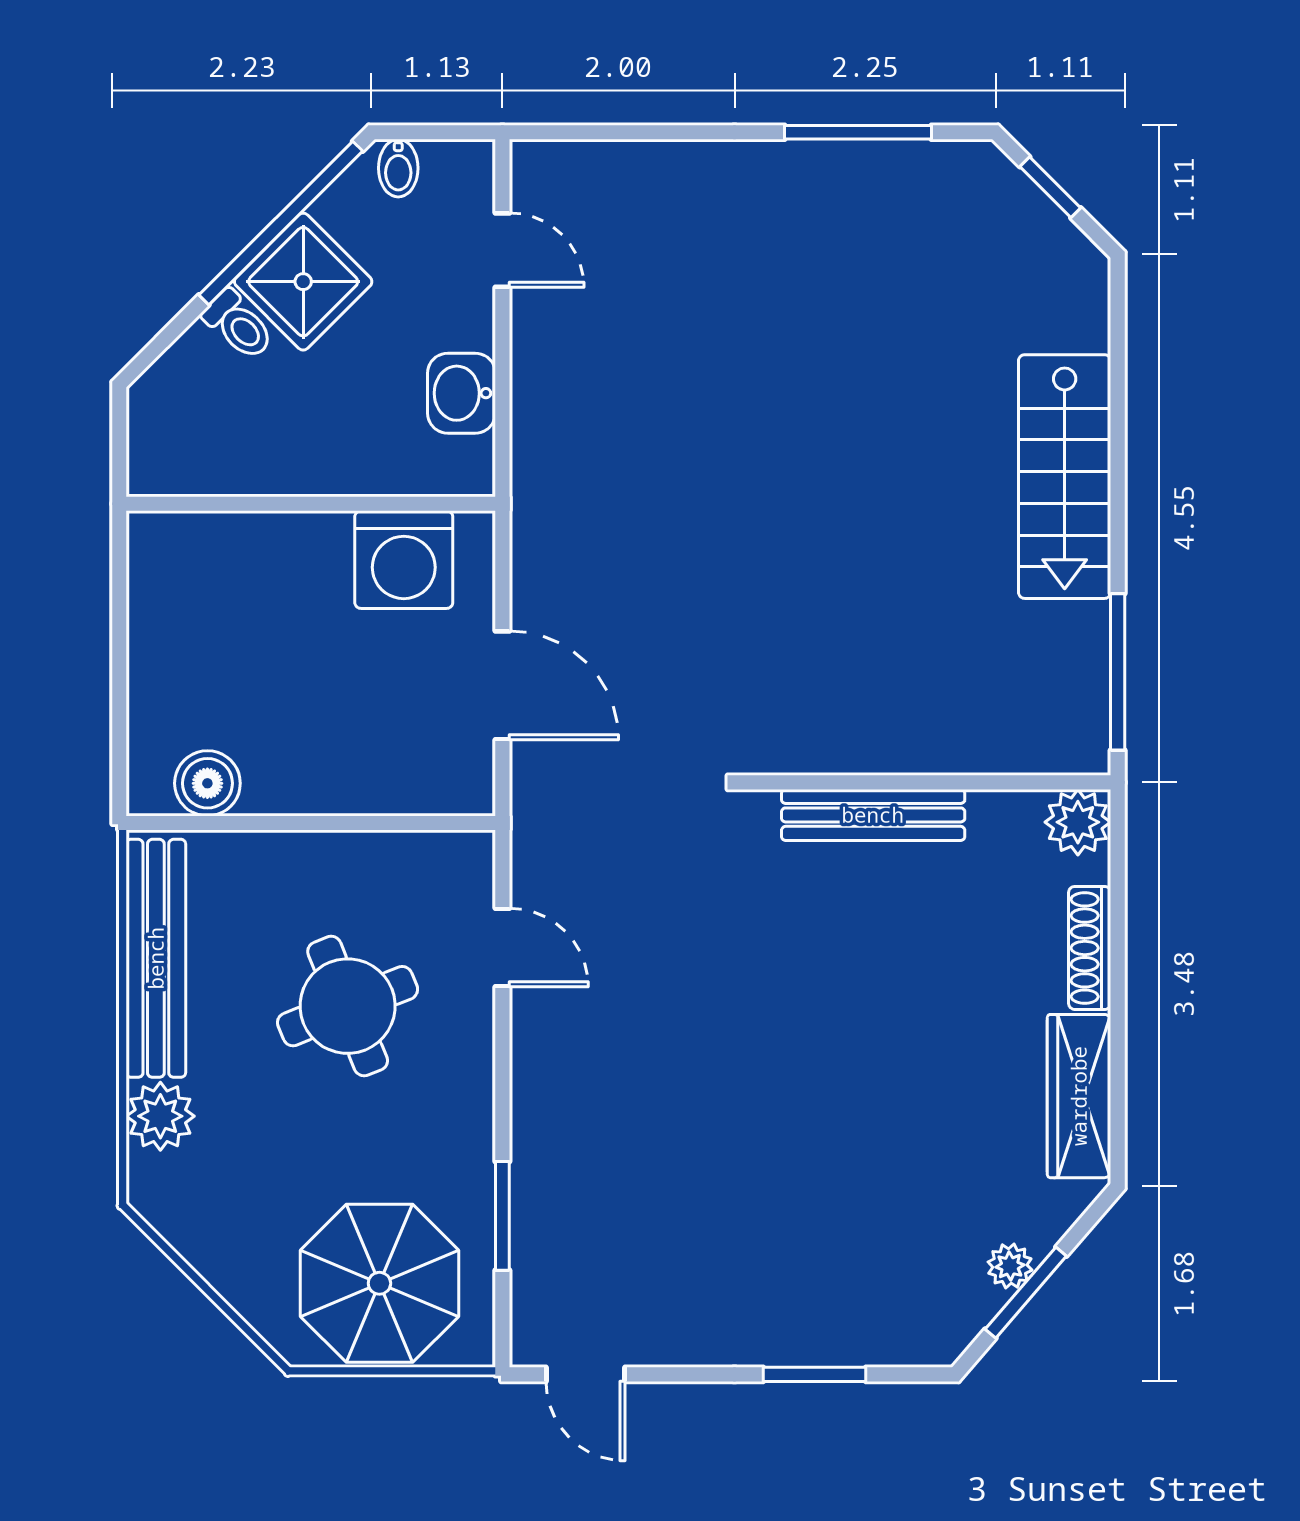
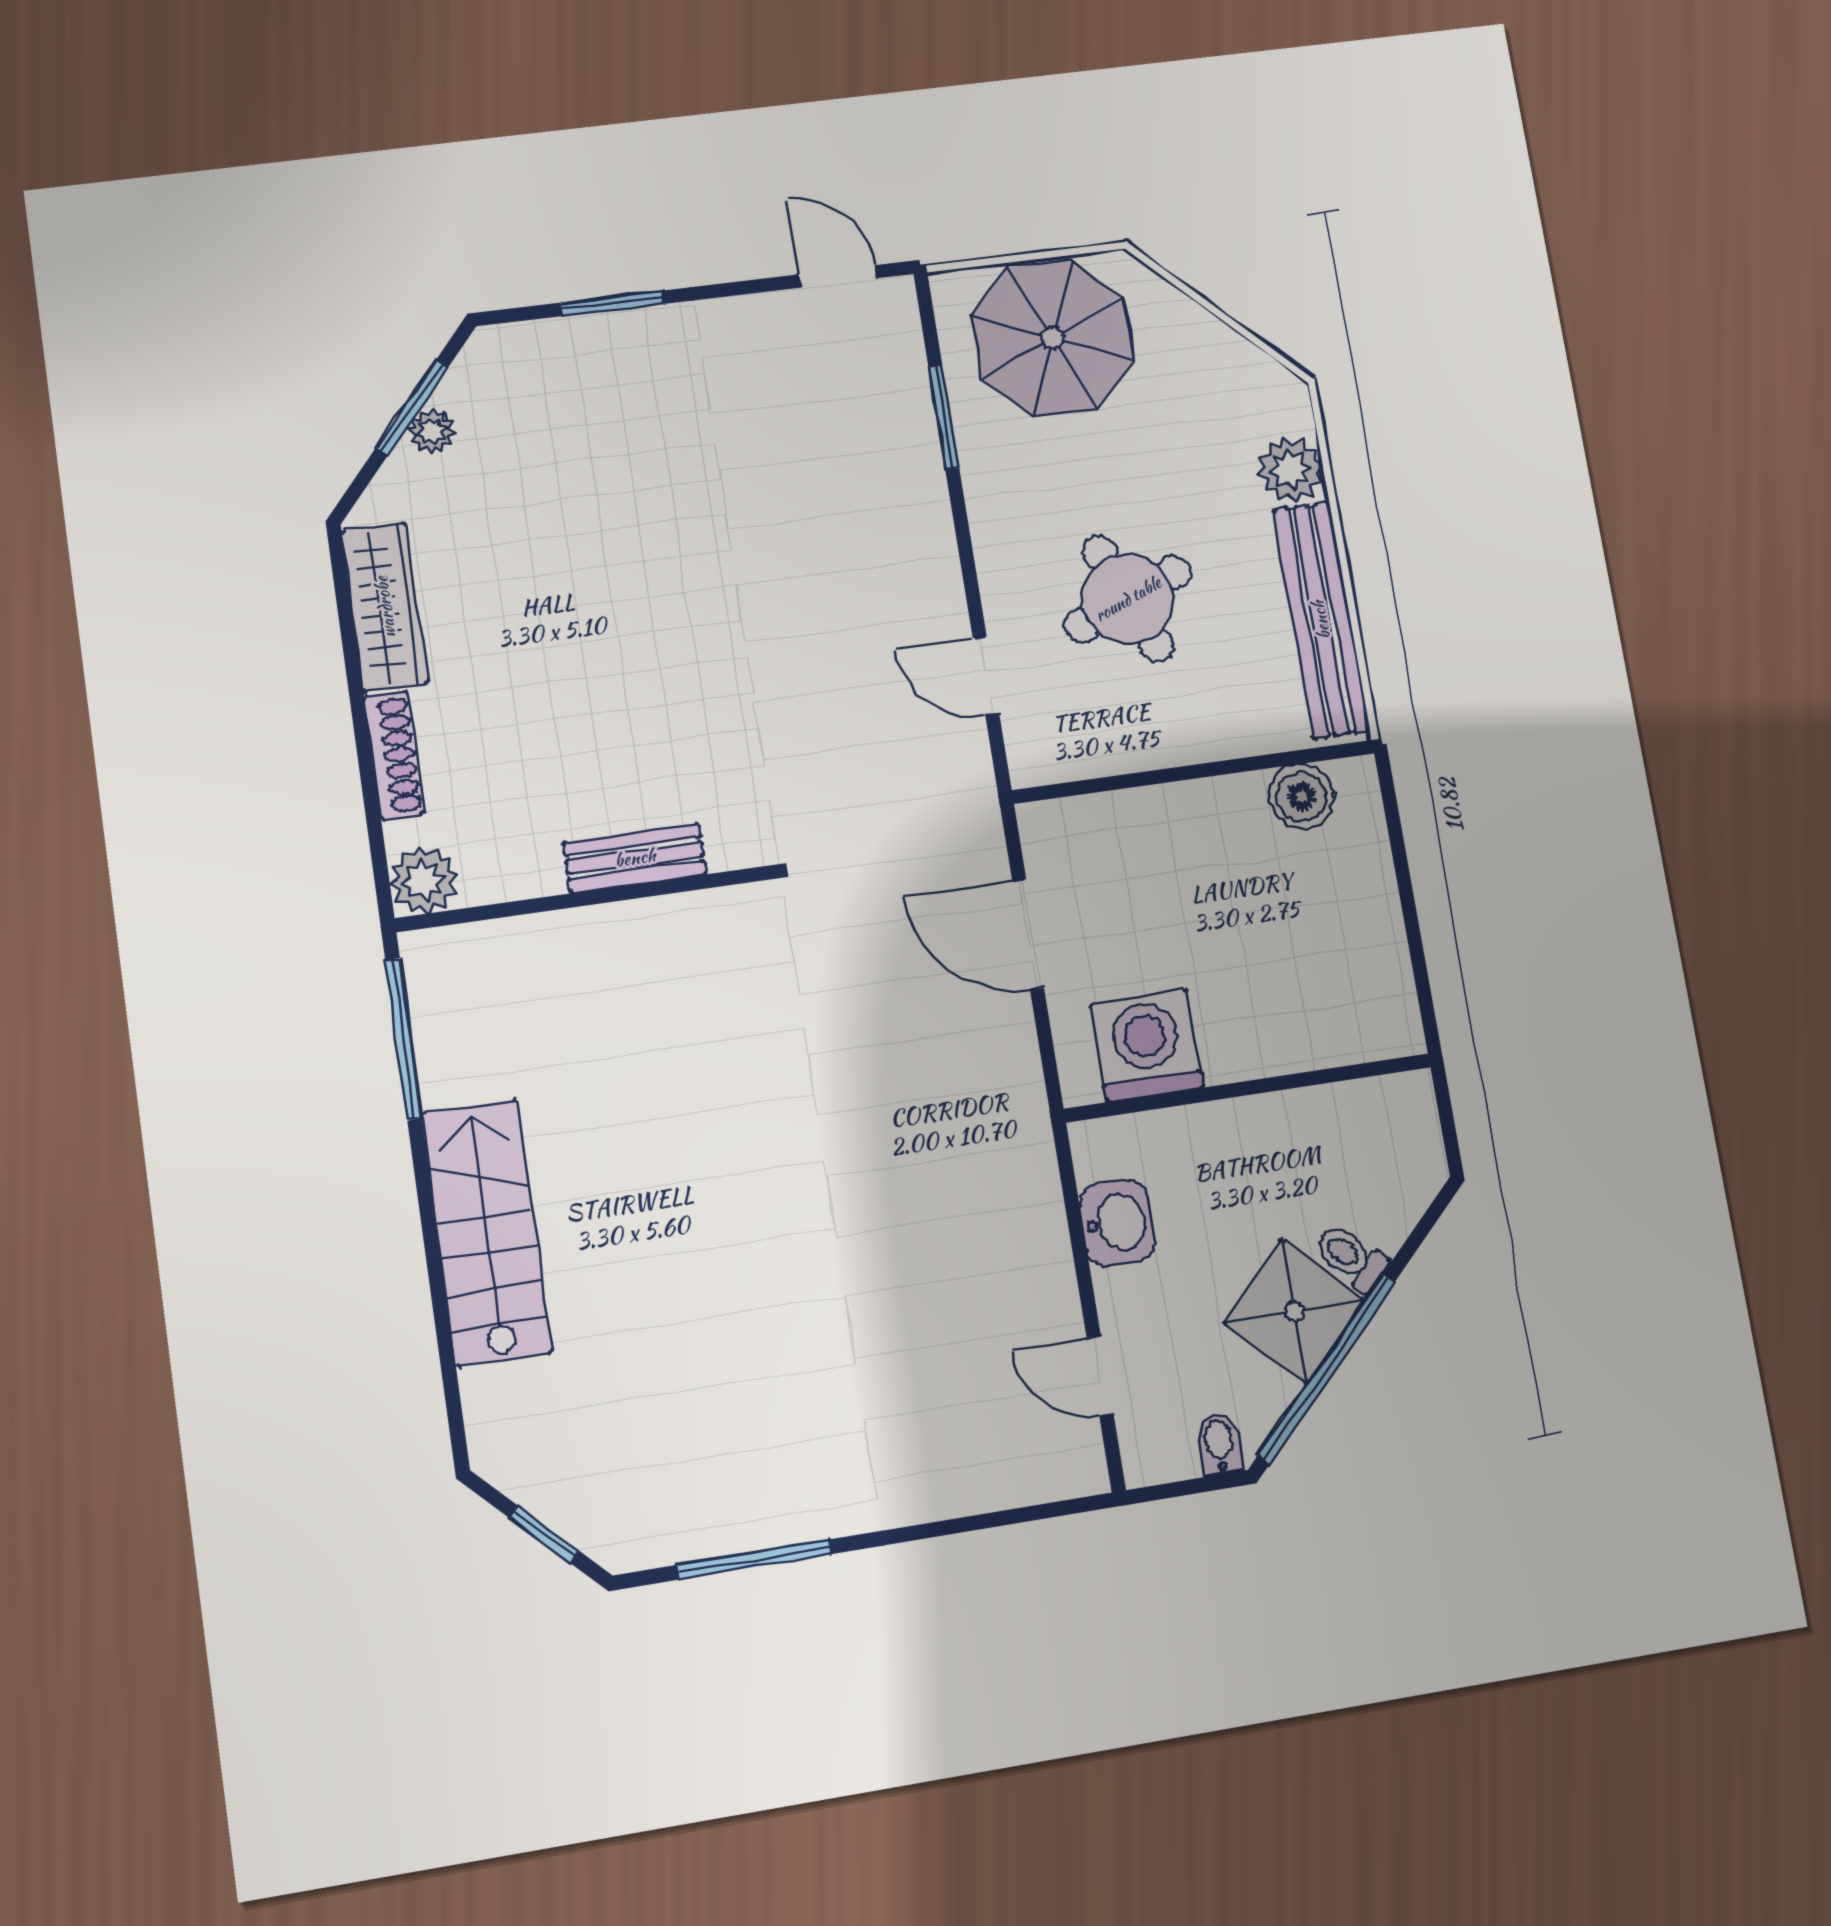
bench: (873, 815) -> (635, 858), width x0.73

